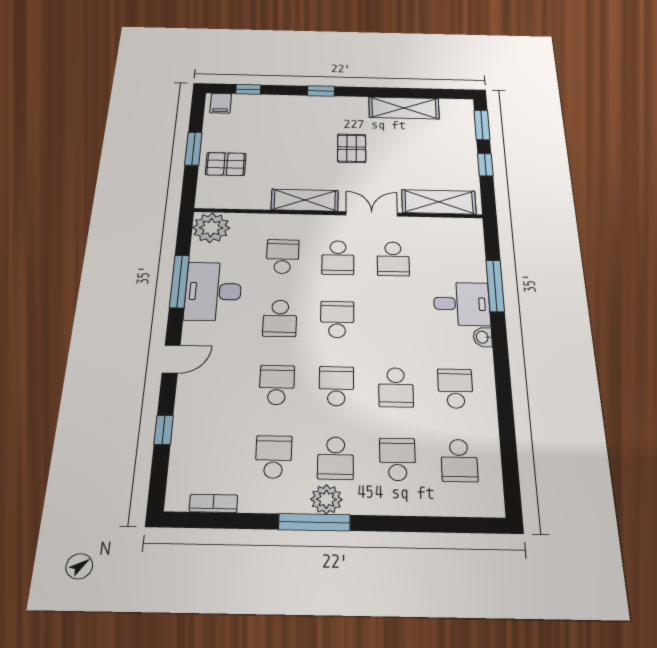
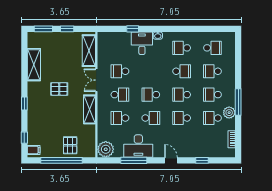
window: (193, 149) -> (61, 160), width x2.11
school desk: (393, 259) -> (120, 71), turned 180
window: (495, 286) -> (133, 29), width x0.46
school desk: (336, 458) -> (212, 95), turned 180
plant: (326, 499) -> (229, 113), moved

